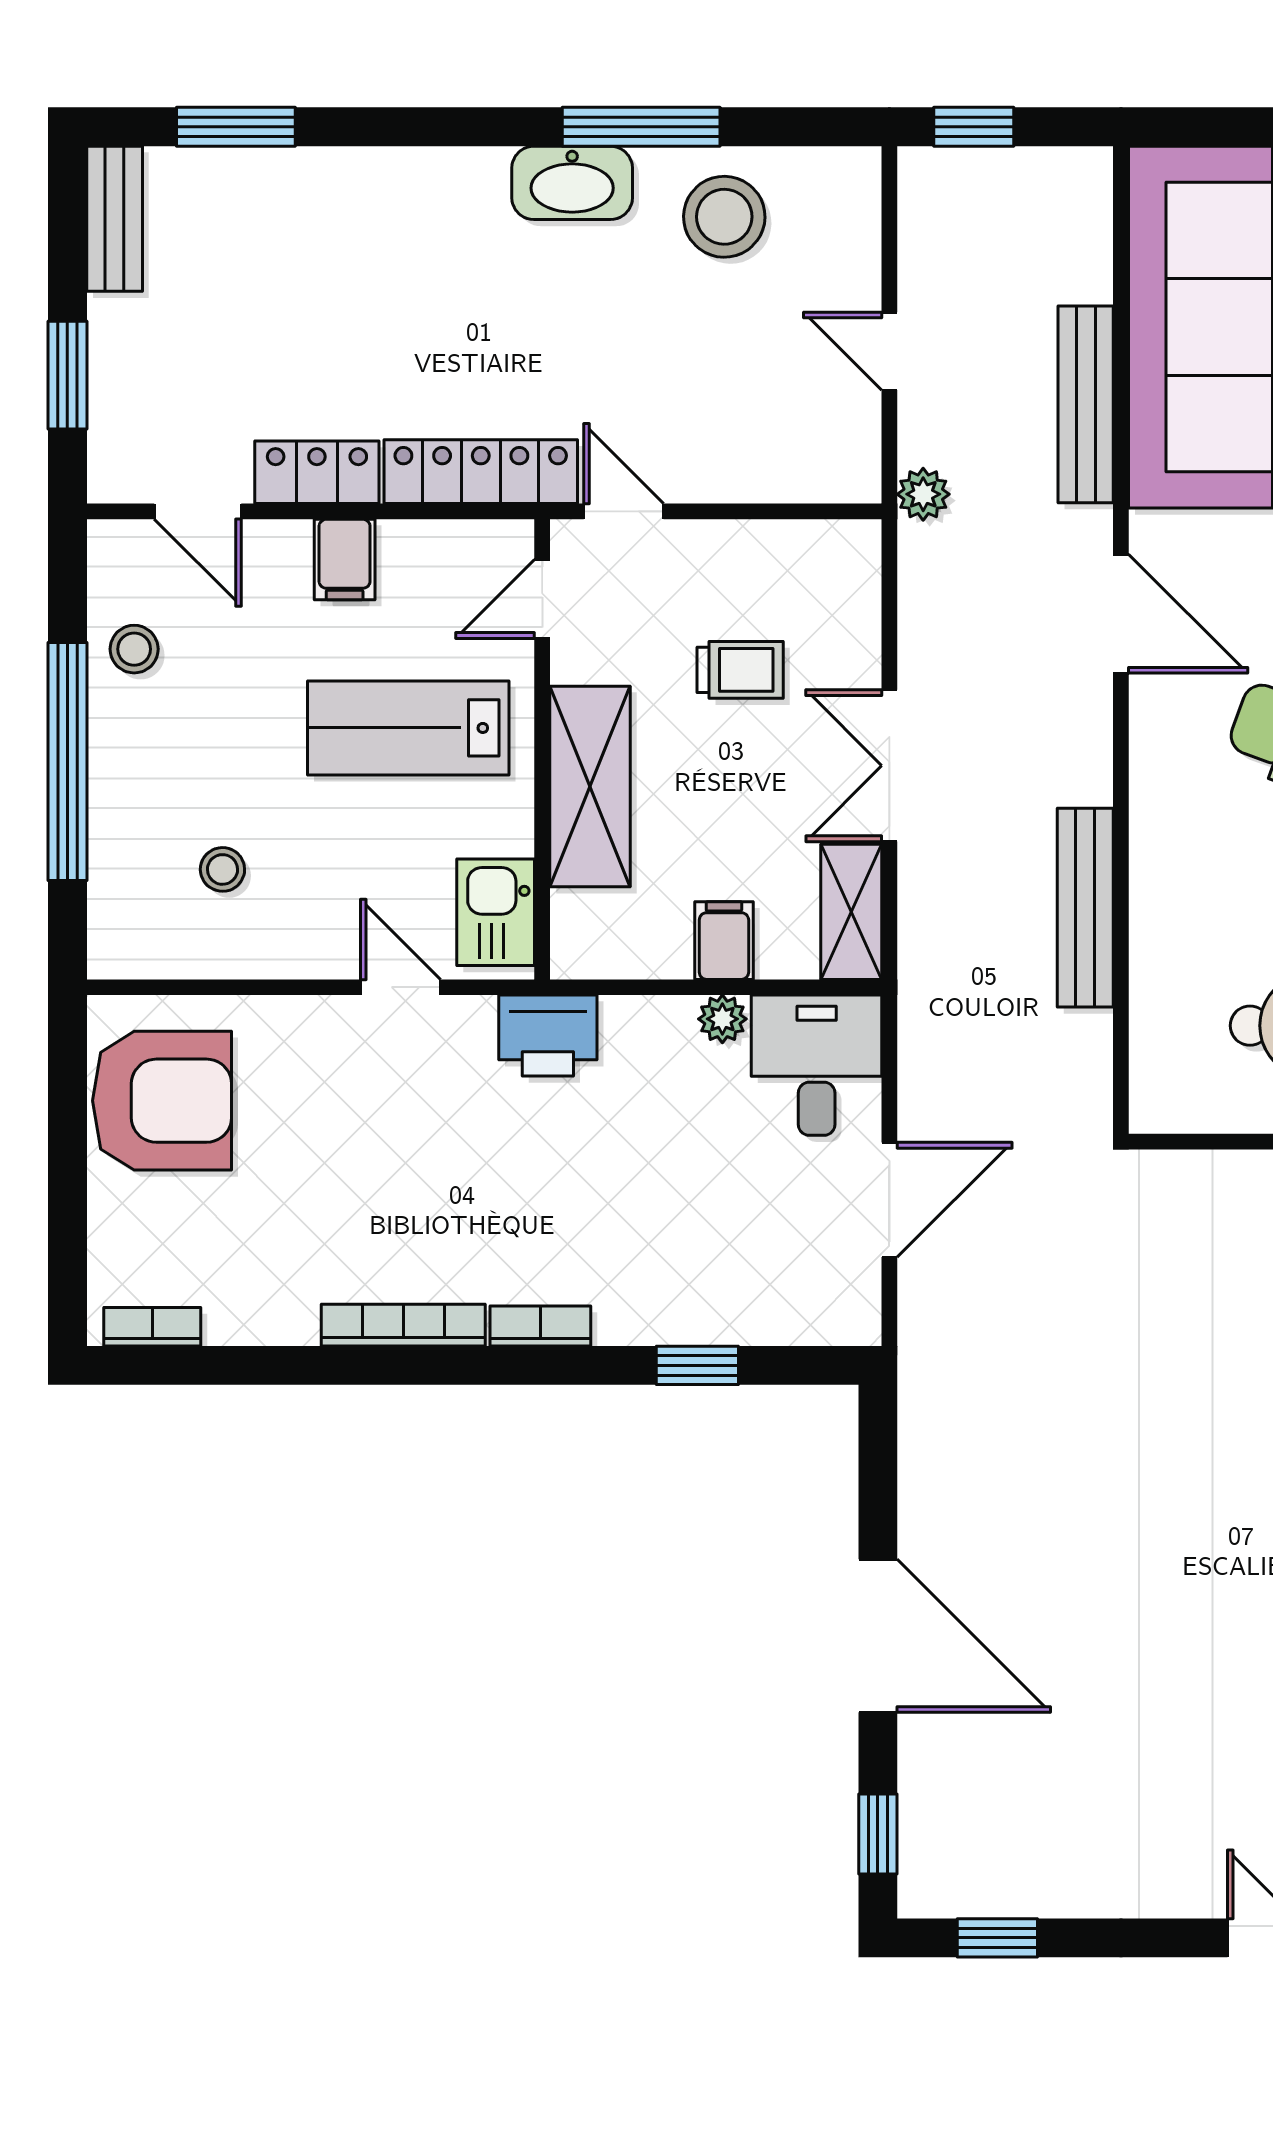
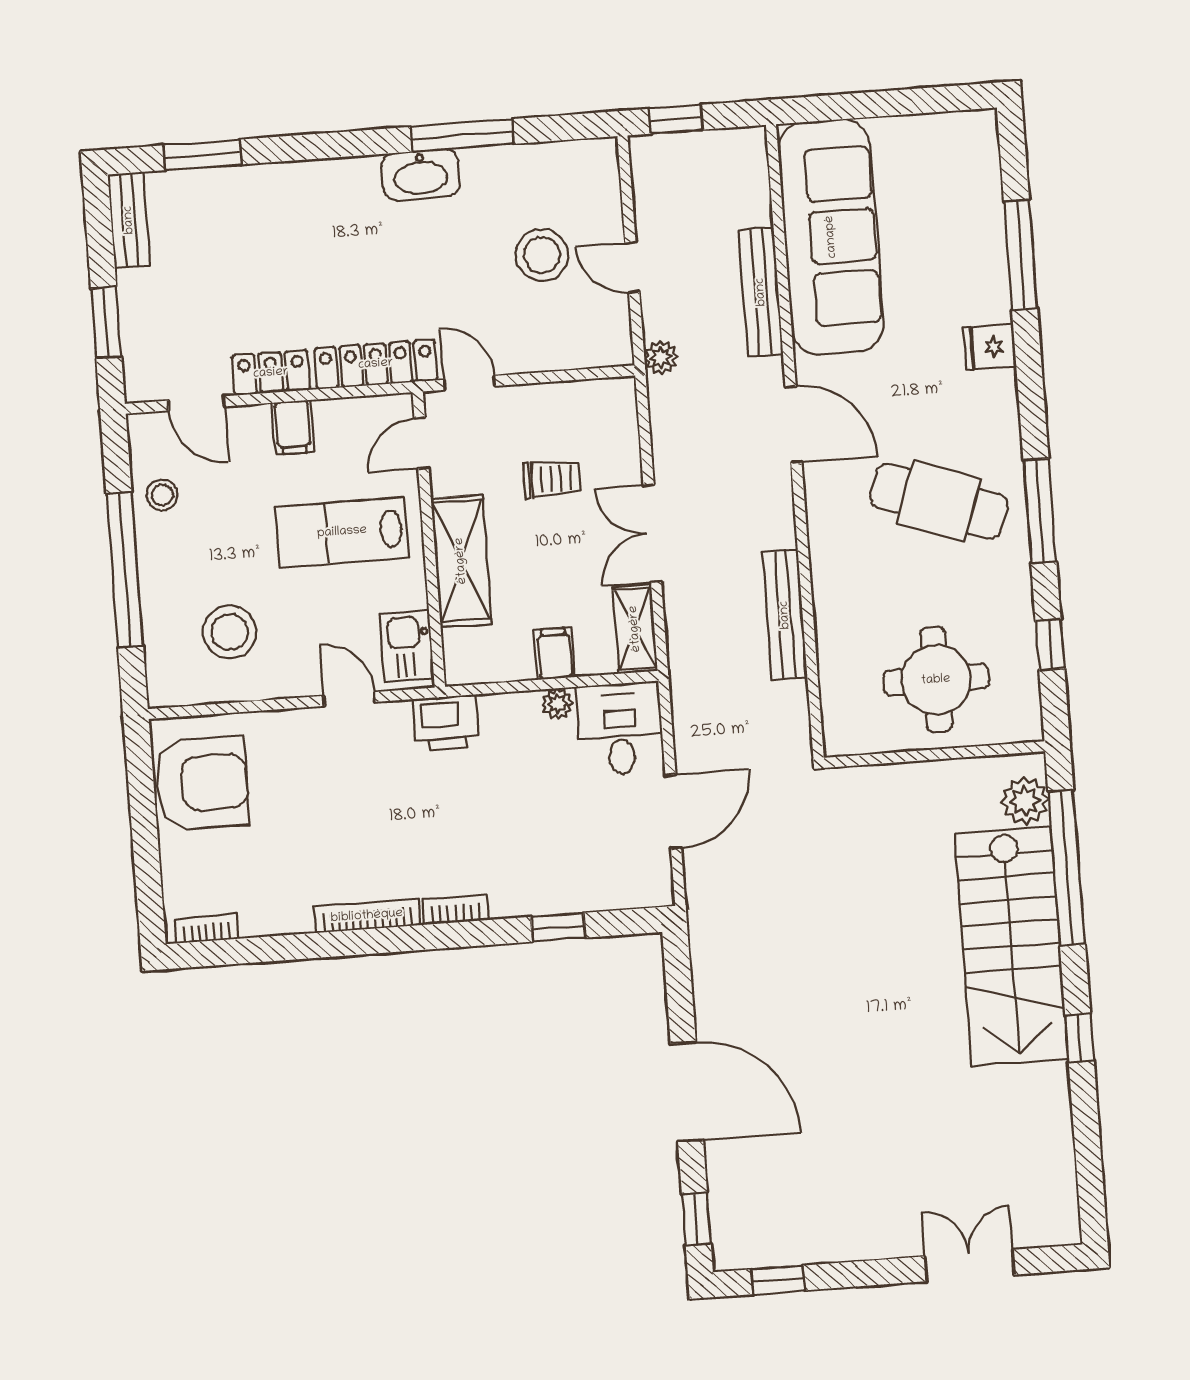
stool: (724, 217) -> (542, 255), moved
stool: (222, 869) -> (230, 632), width x1.89, depth x1.89

